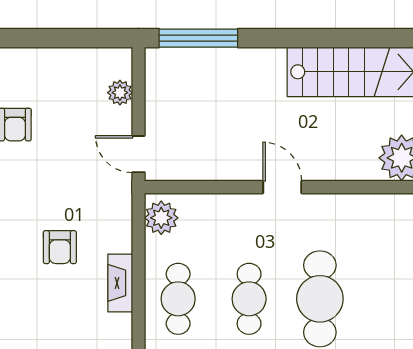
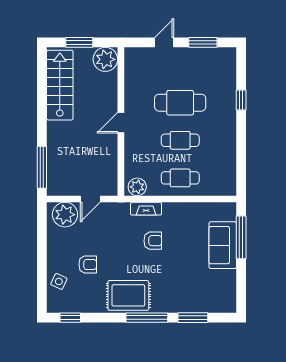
plant: (120, 93) -> (65, 215), width x1.88, depth x1.88
door: (138, 154) -> (90, 199), moved
fireplace: (120, 283) -> (146, 209), moved

